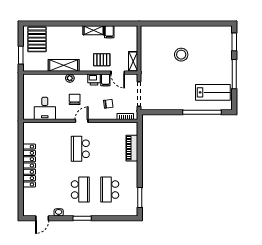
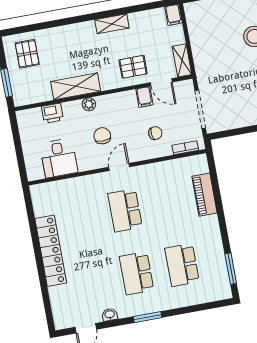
filing cabinet: (109, 32) -> (173, 15), moved
pallet: (37, 39) -> (27, 54), width x0.67, depth x0.71
printer: (94, 80) -> (52, 113), moved
school desk: (80, 190) -> (137, 273), turned 180

